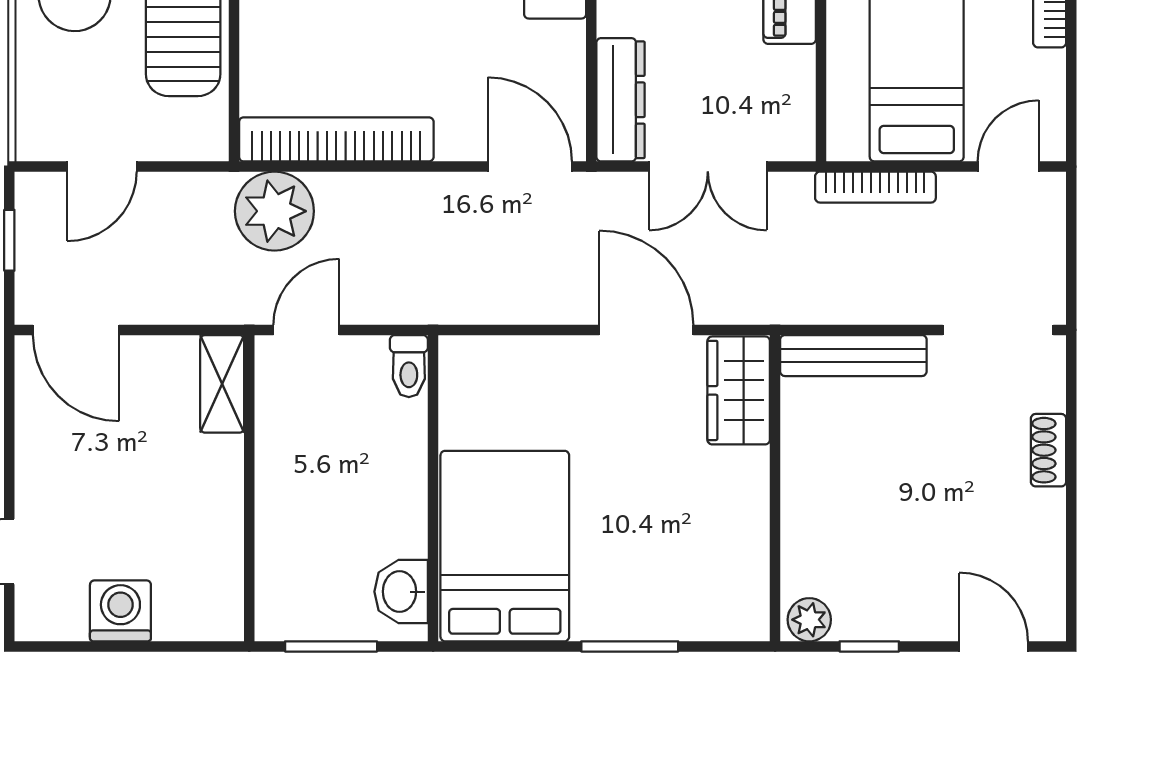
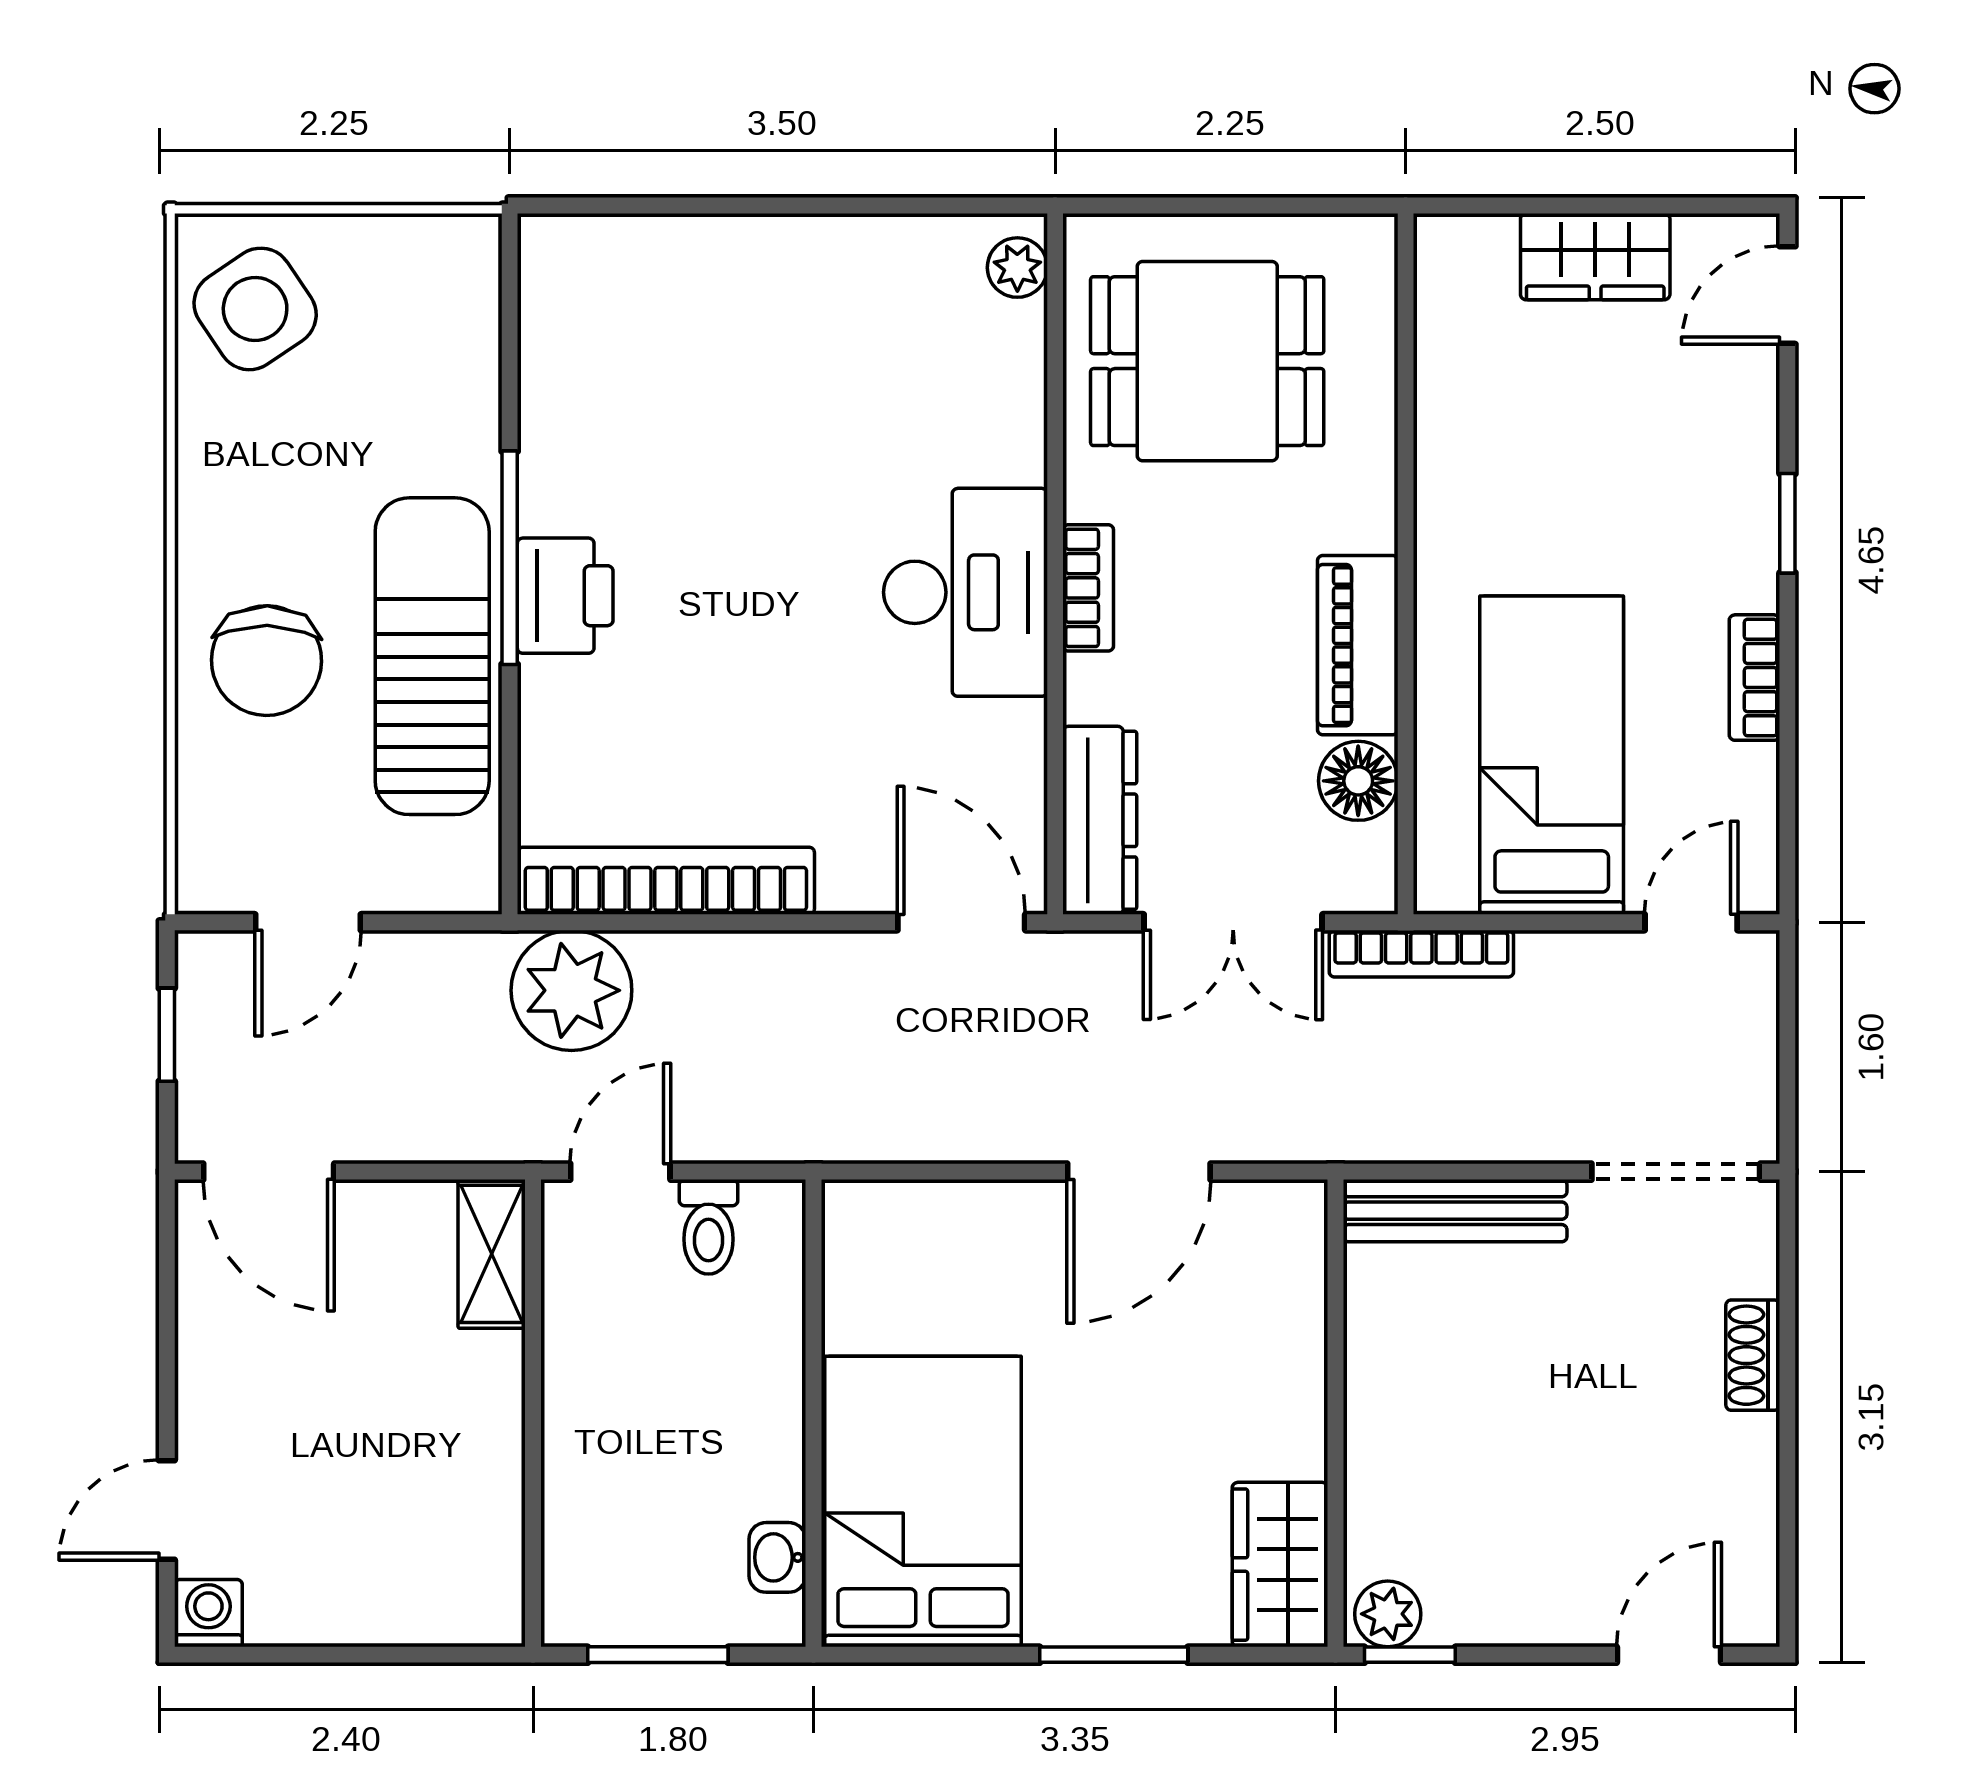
floor lamp: (790, 74) -> (1358, 781), added
bookcase: (875, 187) -> (1421, 954), moved
door: (646, 330) -> (1139, 1172), swing flipped
toilet: (409, 366) -> (708, 1227), moved
wardrobe: (739, 390) -> (1280, 1565), moved
washbasin: (401, 592) -> (777, 1557), width x0.72, depth x0.69
washing machine: (120, 611) -> (208, 1613), moved, width x0.73, depth x0.73
window: (869, 646) -> (1410, 1655), moved
door: (994, 646) -> (1669, 1655), hinge flipped

